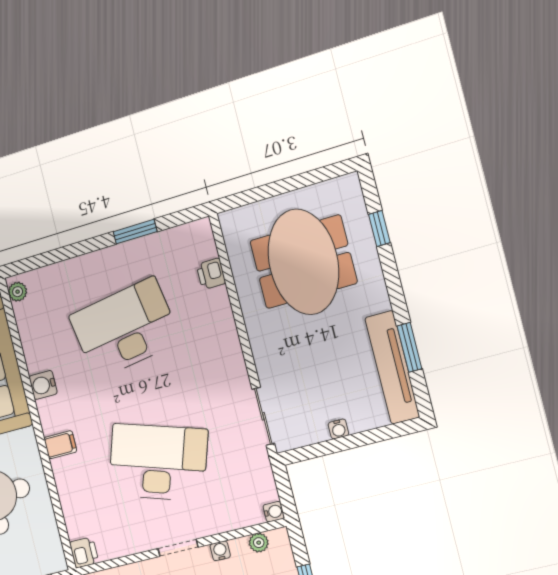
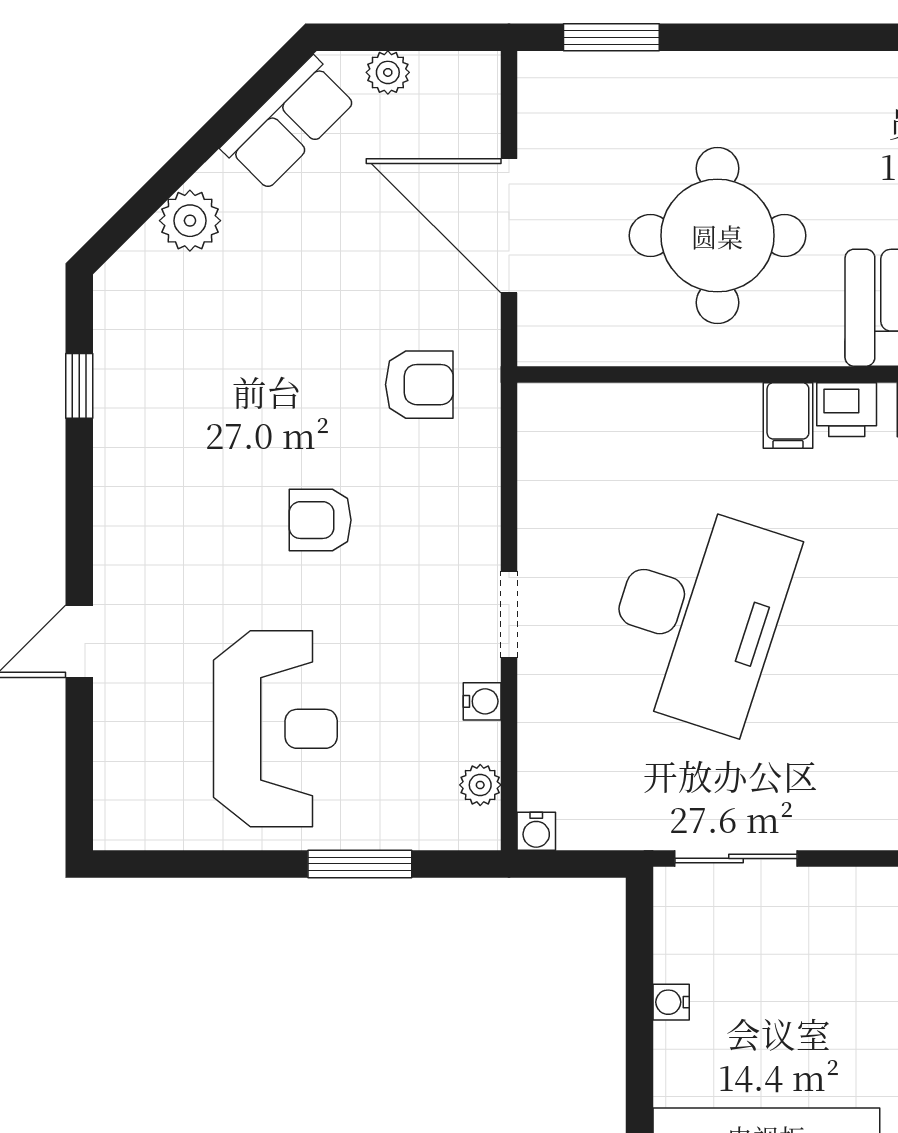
printer: (84, 552) -> (847, 410), moved

